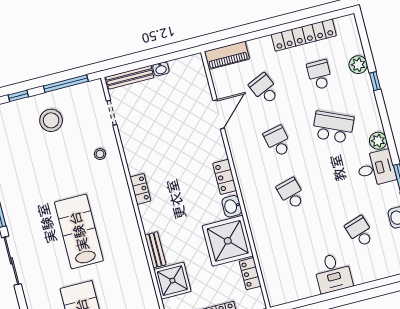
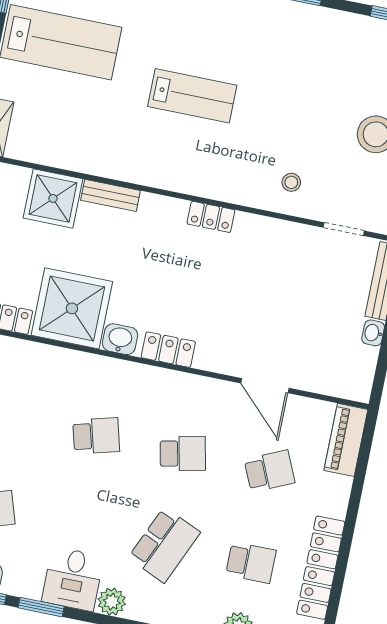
lab bench: (79, 231) -> (192, 96), width x0.73, depth x0.72

